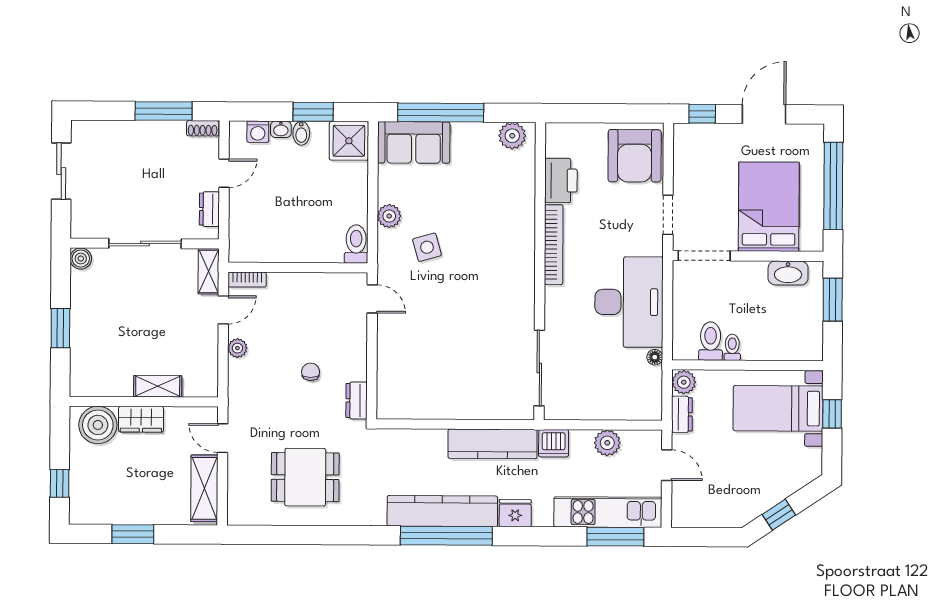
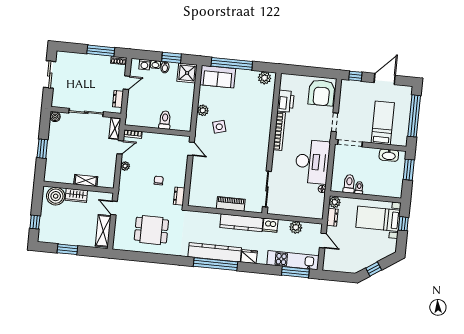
bed: (769, 207) -> (383, 123), width x0.67
toilet: (356, 244) -> (165, 120), moved
piano: (466, 407) -> (231, 204), added

